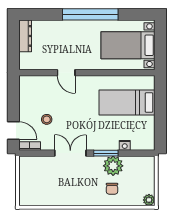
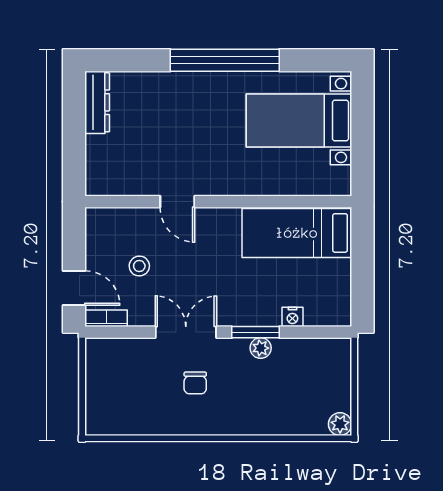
door: (66, 73) -> (177, 202), moved
wall: (87, 73) -> (218, 202), moved
plant: (113, 166) -> (261, 348), width x0.53, depth x0.53
chair: (112, 189) -> (195, 383), moved

